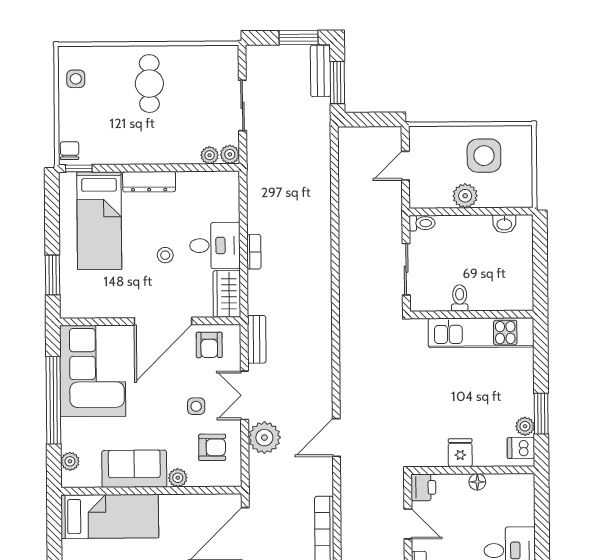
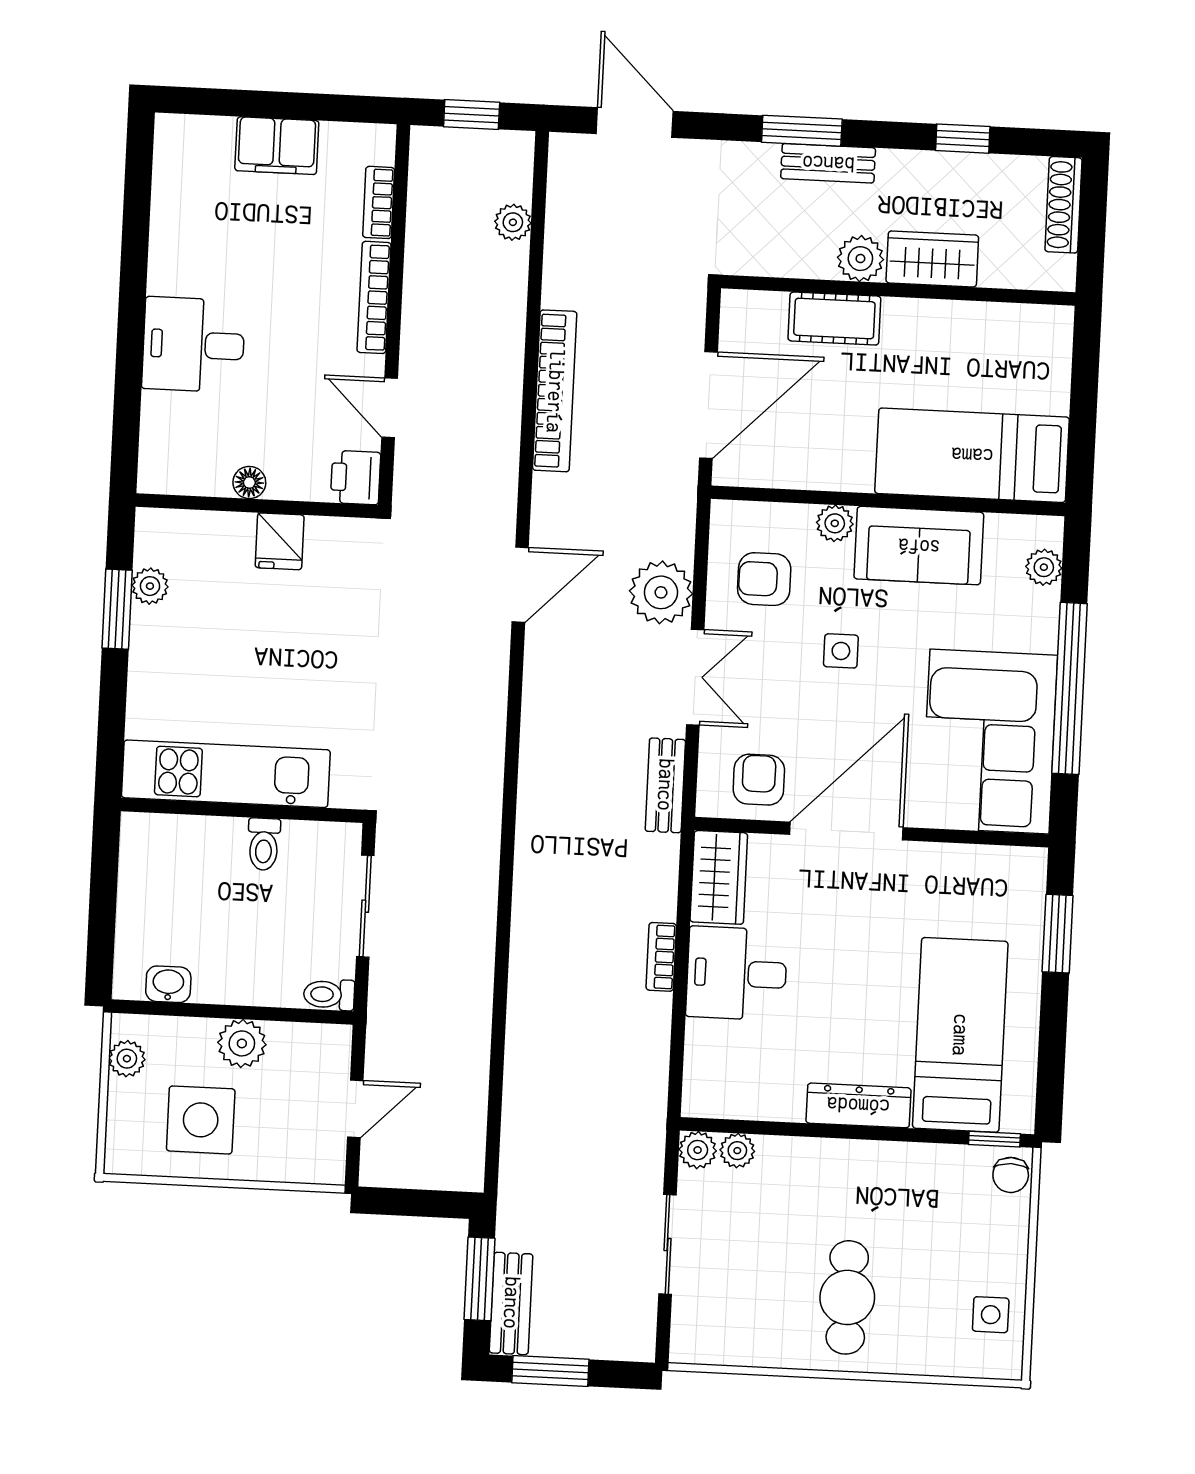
plant: (523, 185) -> (127, 1059), added
stool: (165, 255) -> (835, 960), removed
side table: (196, 406) -> (841, 651), moved
dishwasher: (521, 448) -> (160, 544), removed

